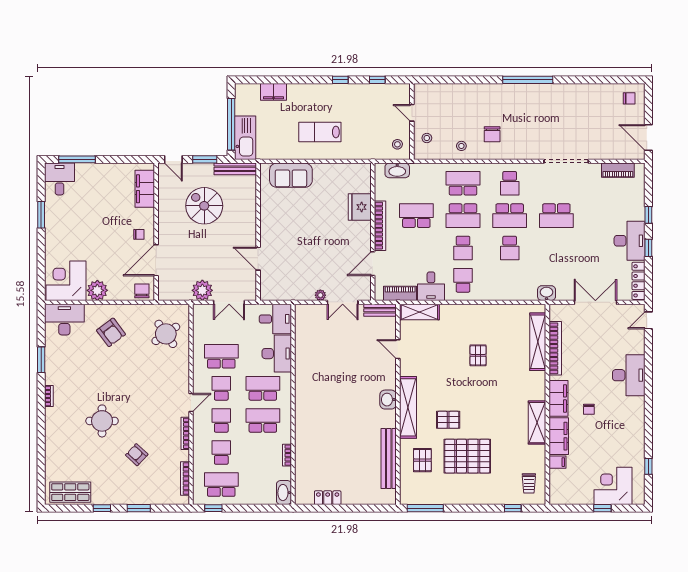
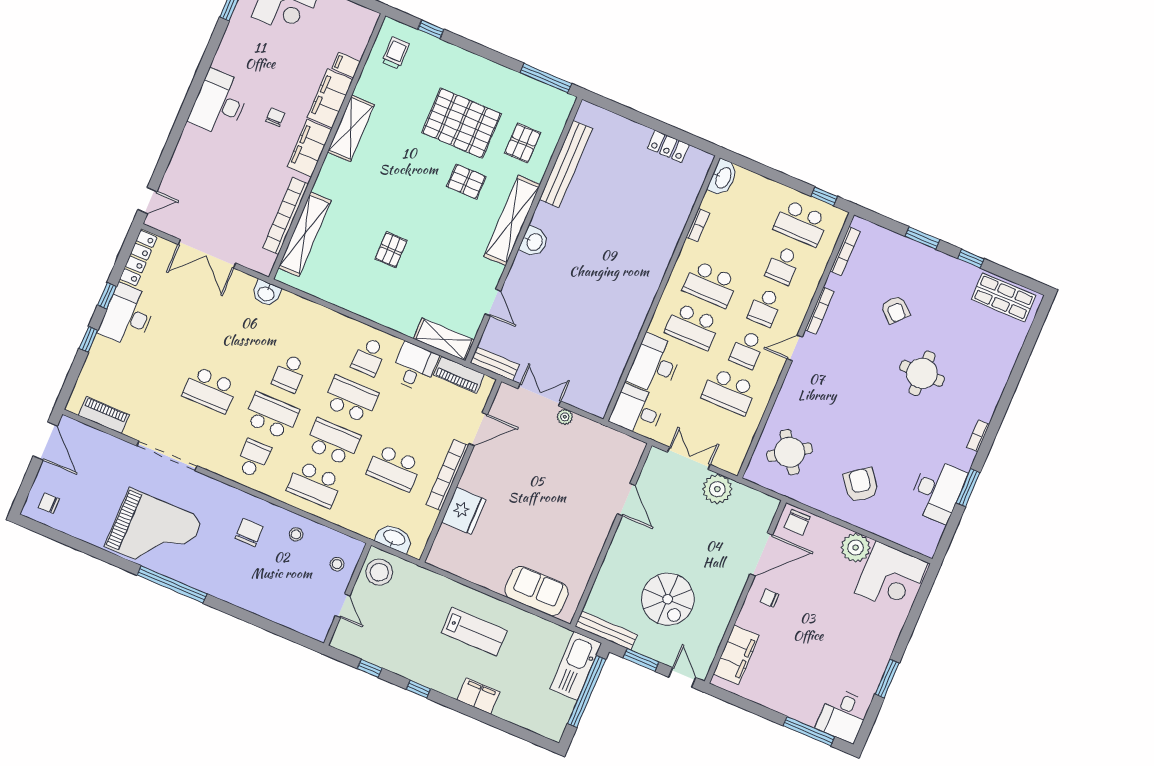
filing cabinet: (273, 92) -> (478, 696), moved
grand piano: (553, 108) -> (154, 533), added
stool: (397, 144) -> (379, 572), width x1.89, depth x1.89
school desk: (556, 216) -> (210, 390), turned 180
school desk: (463, 248) -> (351, 399), width x1.85
school desk: (510, 248) -> (289, 373), turned 180
desk: (64, 320) -> (937, 491), moved, turned -90
desk: (629, 375) -> (219, 103), moved

